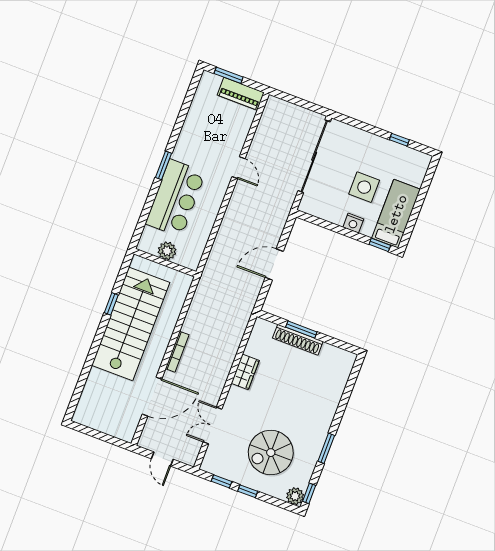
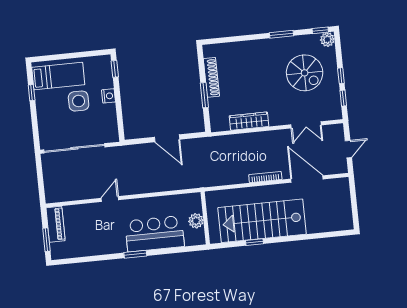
bed: (396, 214) -> (58, 76), moved, turned 180
shoe rack: (298, 340) -> (211, 77), moved
wardrobe: (245, 372) -> (249, 121), width x1.50

